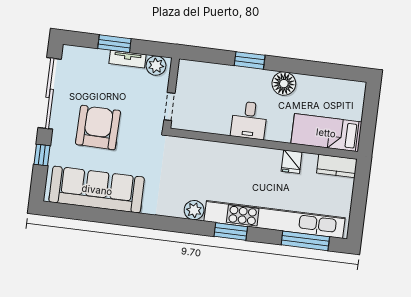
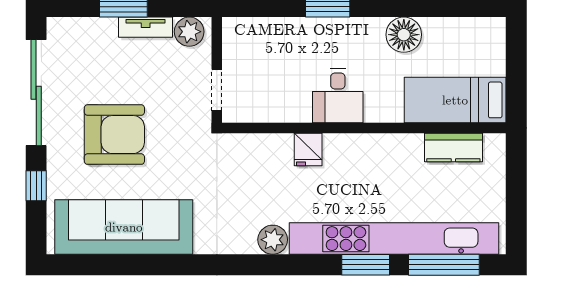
floor lamp: (284, 84) -> (404, 35), moved
armchair: (98, 127) -> (114, 135), turned 89
fridge: (292, 162) -> (308, 149), moved
kitchen counter: (337, 166) -> (453, 148), moved
window: (231, 232) -> (366, 265), moved

